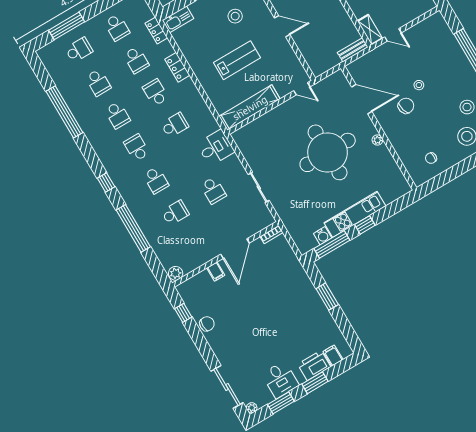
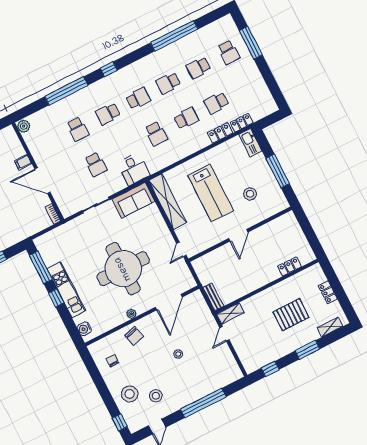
school desk: (117, 27) -> (247, 88), removed
lab bench: (237, 60) -> (211, 193), width x1.36, depth x1.39
locker: (177, 67) -> (220, 133), moved
chair: (406, 106) -> (134, 336), moved
sofa: (250, 146) -> (133, 200), added
school desk: (213, 190) -> (96, 164), turned -90
water cooler: (323, 236) -> (84, 329), moved

